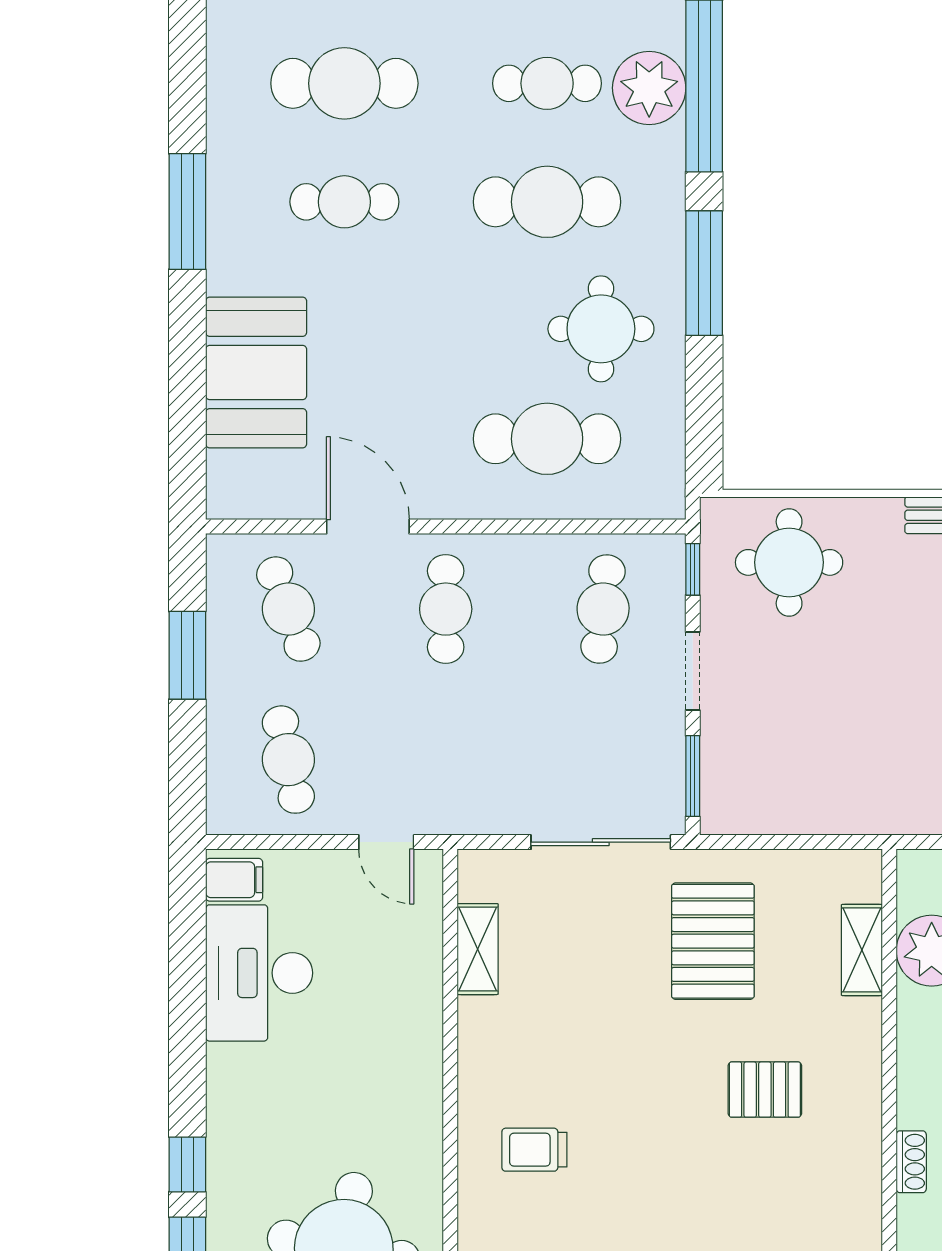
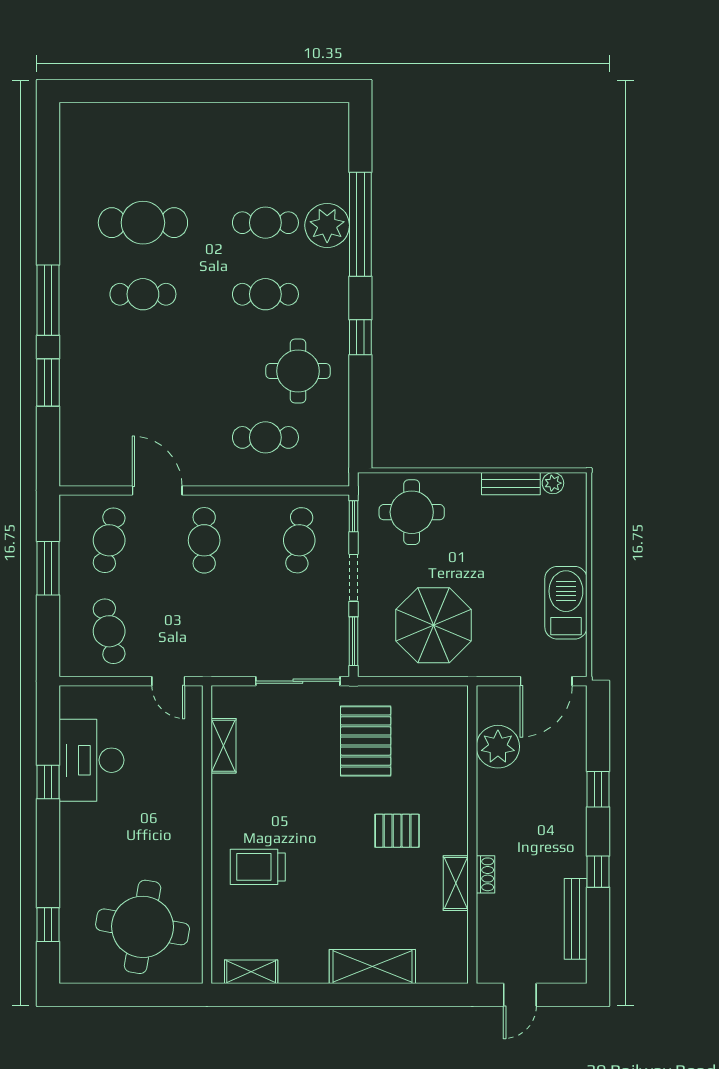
cafe table: (547, 202) -> (265, 294), width x0.73, depth x0.74
window: (704, 273) -> (360, 337), width x0.46
window: (187, 348) -> (48, 383), added
booth: (256, 372) -> (90, 397), removed
cafe table: (547, 439) -> (265, 437), width x0.73, depth x0.74
cafe table: (288, 609) -> (109, 540), turned 33
parasol: (825, 750) -> (434, 625), added
filing cabinet: (234, 880) -> (76, 704), removed
shelving: (862, 950) -> (456, 883), moved
trolley: (534, 1150) -> (258, 867), width x1.36, depth x1.39
window: (187, 1164) -> (48, 782), moved

